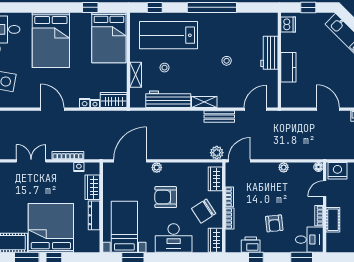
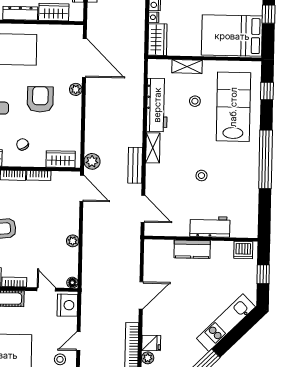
chair: (204, 211) -> (23, 144), width x0.54, depth x0.54

